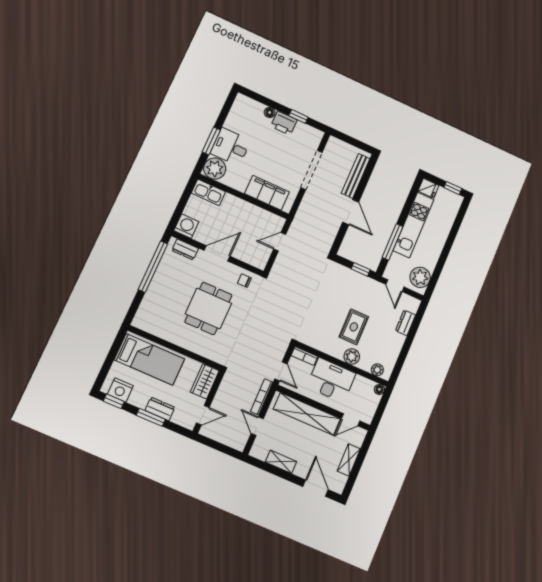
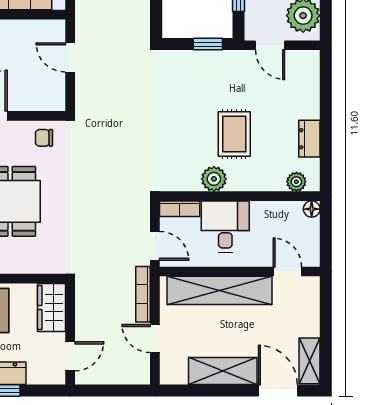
door: (280, 242) -> (70, 57), hinge flipped
dresser: (406, 323) -> (309, 139), moved
plant: (352, 356) -> (214, 179), moved
desk: (331, 380) -> (225, 227), width x0.73
door: (351, 420) -> (287, 271), swing flipped
shelving: (349, 460) -> (310, 361), moved
shelving: (281, 462) -> (223, 371), width x1.50, depth x1.33

